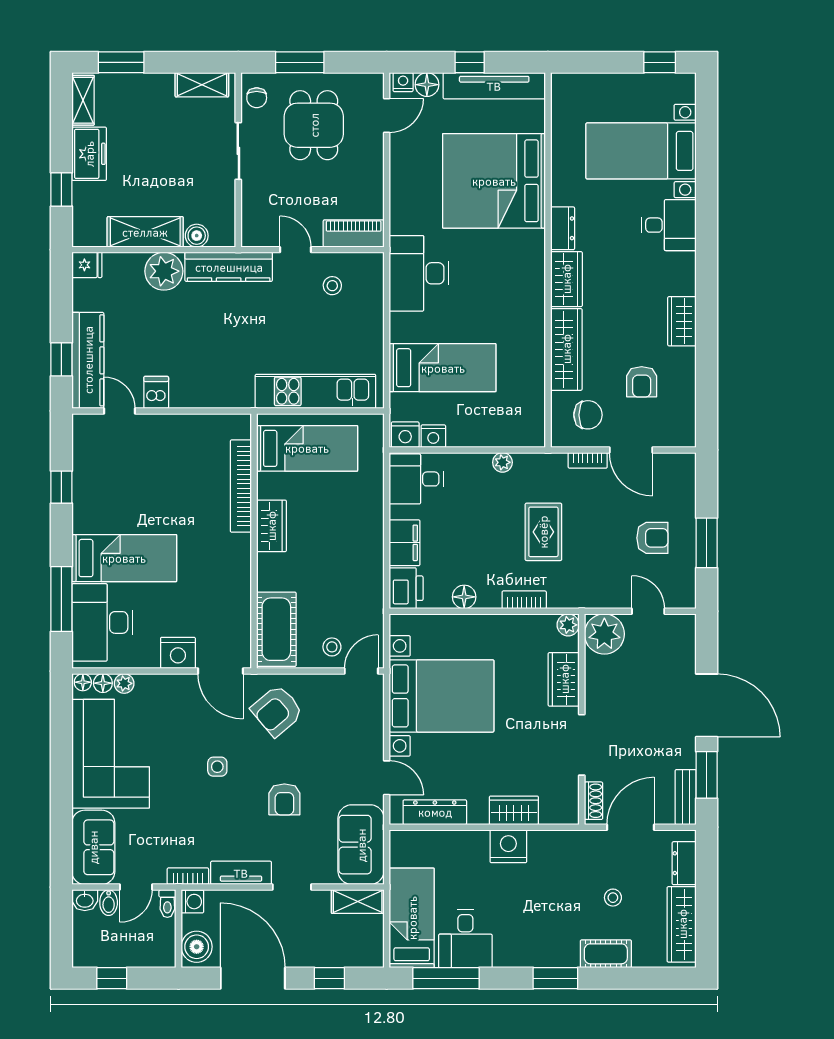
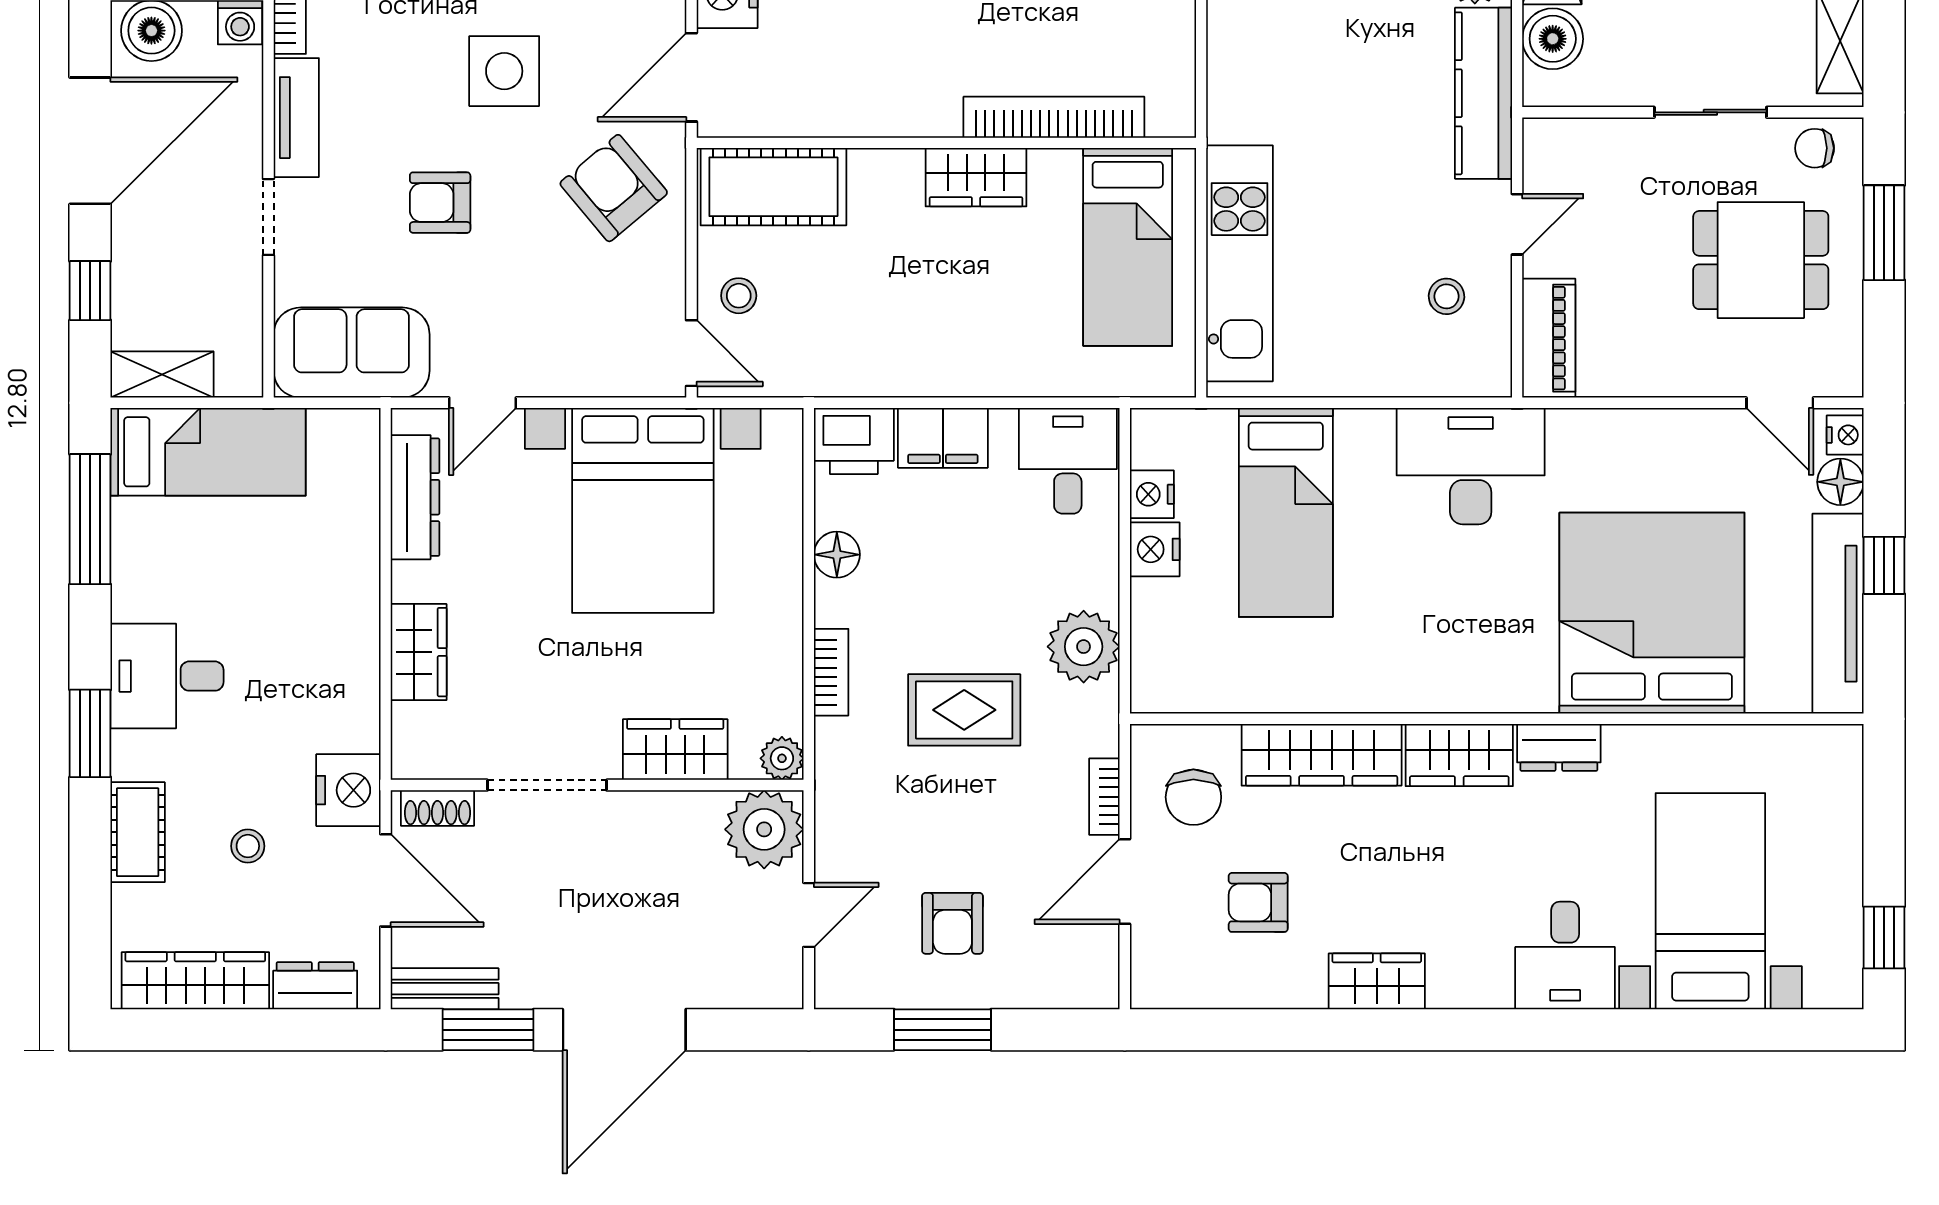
boiler: (197, 236) -> (1553, 39), width x1.36, depth x1.36
nightstand: (405, 435) -> (1155, 549), moved
plant: (502, 462) -> (1084, 647), width x1.88, depth x1.88
side table: (217, 767) -> (504, 71), width x1.87, depth x1.87
nightstand: (508, 846) -> (348, 790), moved
shelving: (358, 901) -> (162, 374), moved, turned 90
desk: (465, 939) -> (167, 676), moved

